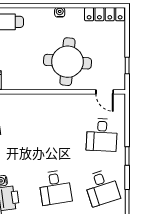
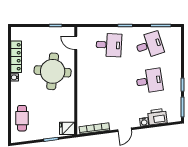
locker: (105, 14) -> (16, 57), moved
door: (105, 92) -> (76, 43), swing flipped

